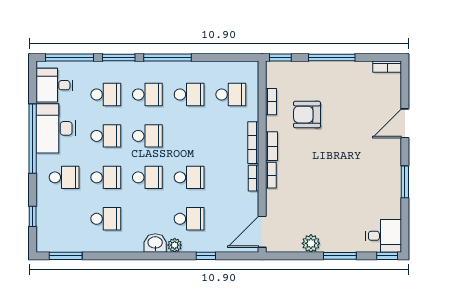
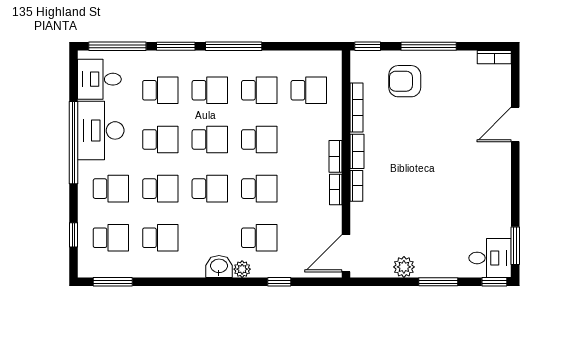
bookcase: (271, 102) -> (356, 108), width x1.56
armchair: (307, 115) -> (405, 81), moved
school desk: (189, 136) -> (259, 139), added
bookcase: (253, 143) -> (336, 156), width x0.64
window: (405, 182) -> (515, 246), moved
school desk: (64, 219) -> (111, 238), added

